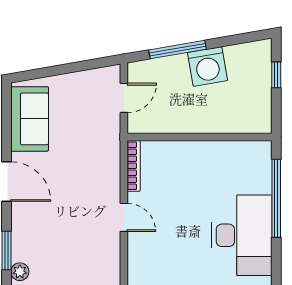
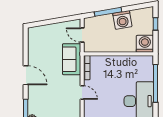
door: (124, 98) -> (82, 35), swing flipped
washing machine: (254, 116) -> (145, 44), added
sofa: (30, 119) -> (72, 59), moved, turned 180

